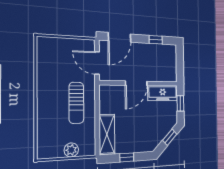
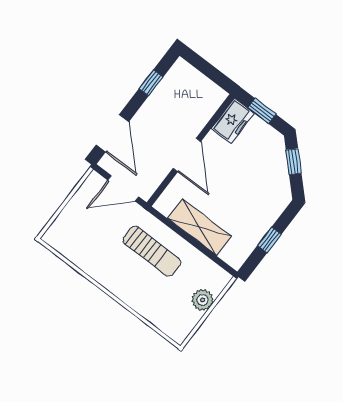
freezer: (163, 93) -> (233, 121), width x0.71
shelving: (107, 134) -> (200, 227), moved

